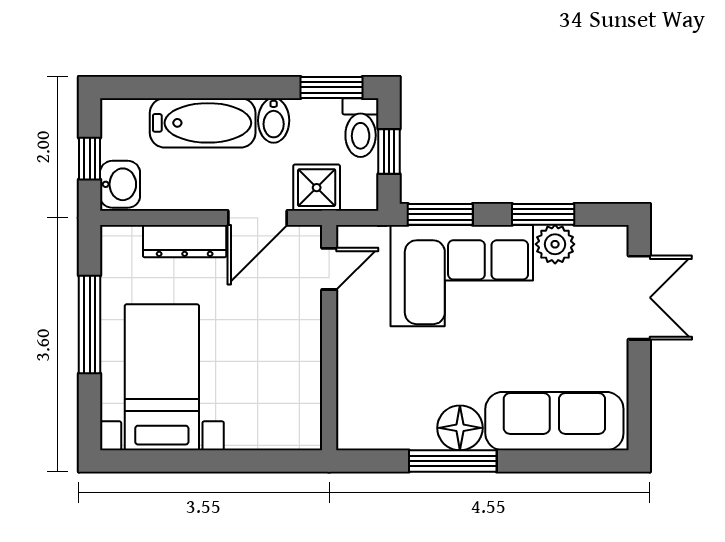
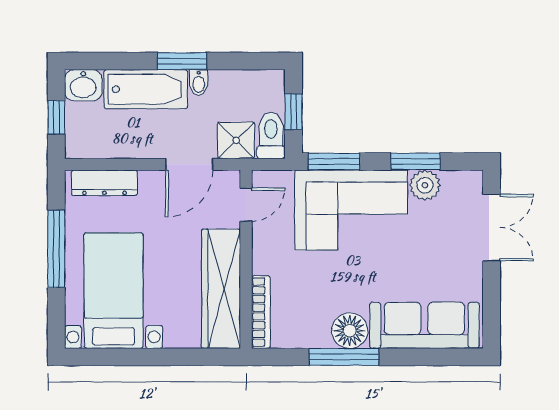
window: (332, 87) -> (182, 61), moved
bidet: (274, 120) -> (199, 82), width x0.72, depth x0.74
toilet: (361, 128) -> (271, 135), moved, turned 180
washbasin: (120, 184) -> (83, 85), moved, turned 90
dresser: (185, 241) -> (104, 183), moved
wardrobe: (298, 375) -> (221, 289), added
bookcase: (348, 404) -> (261, 312), added

